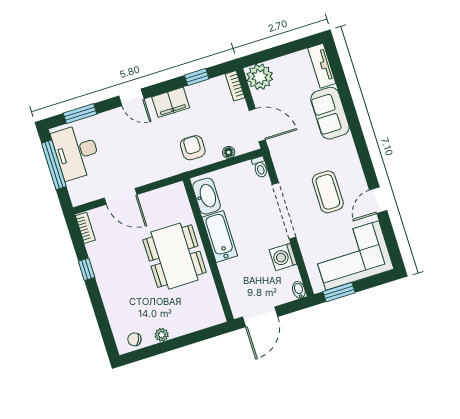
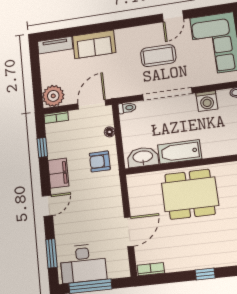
door: (378, 200) -> (173, 16), hinge flipped
window: (87, 269) -> (205, 274), moved

